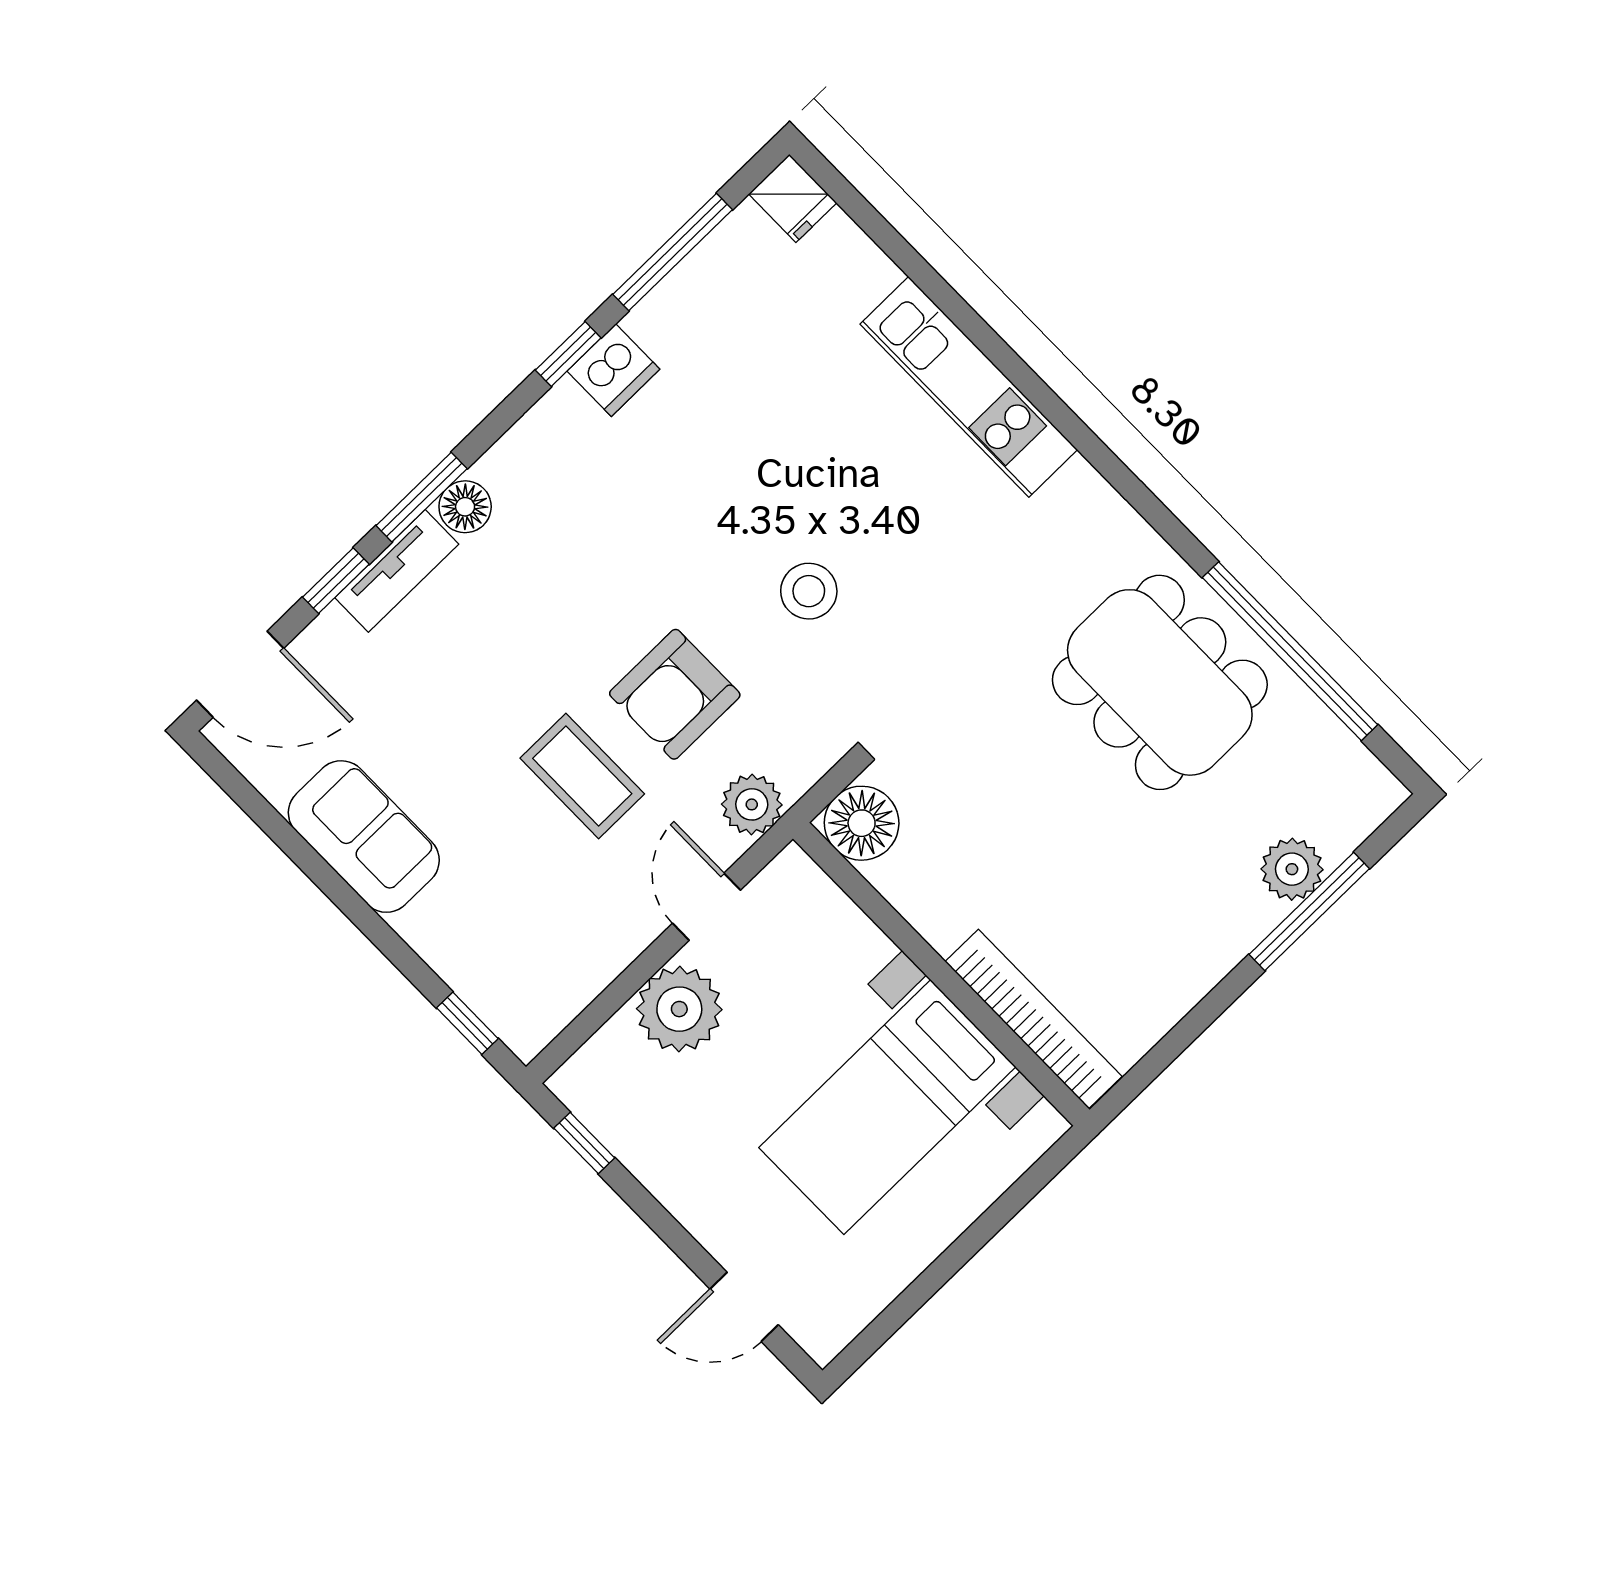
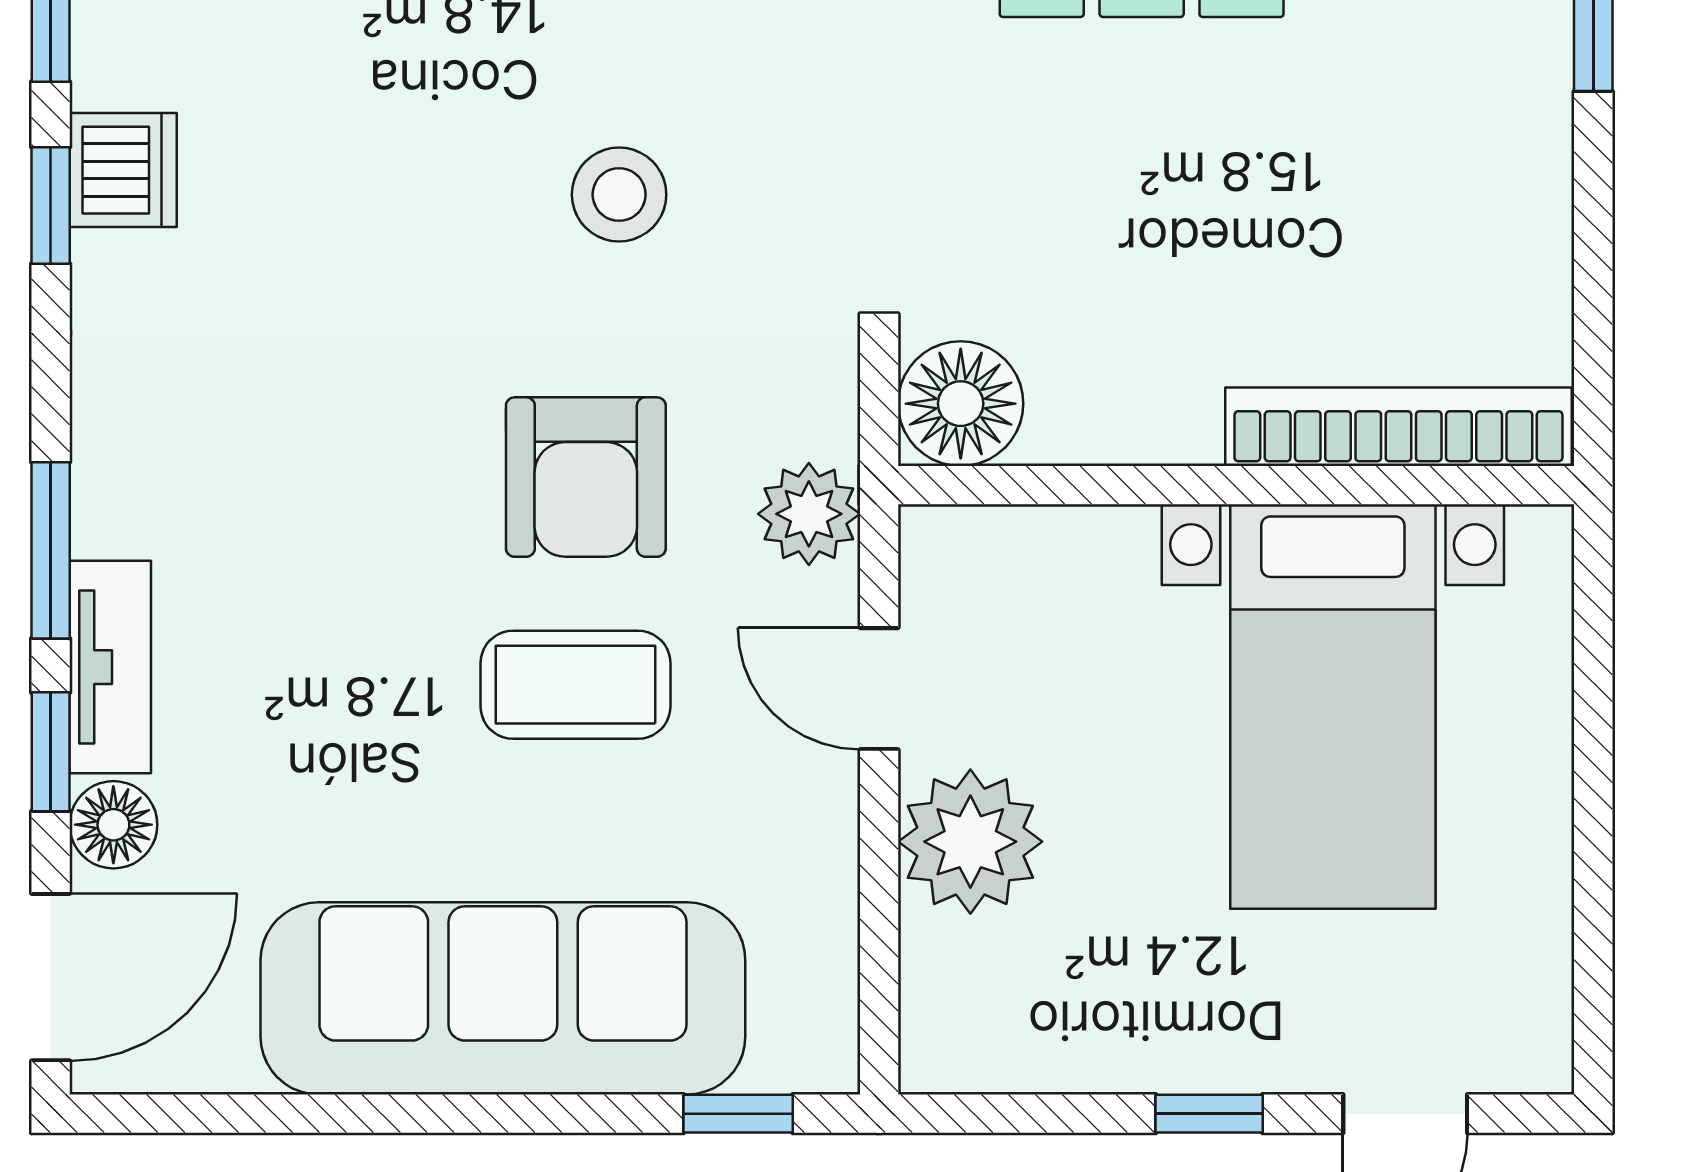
floor lamp: (465, 507) -> (113, 825), moved
sofa: (364, 837) -> (503, 998), width x1.85, depth x1.27
window: (584, 1143) -> (1209, 1114), moved

